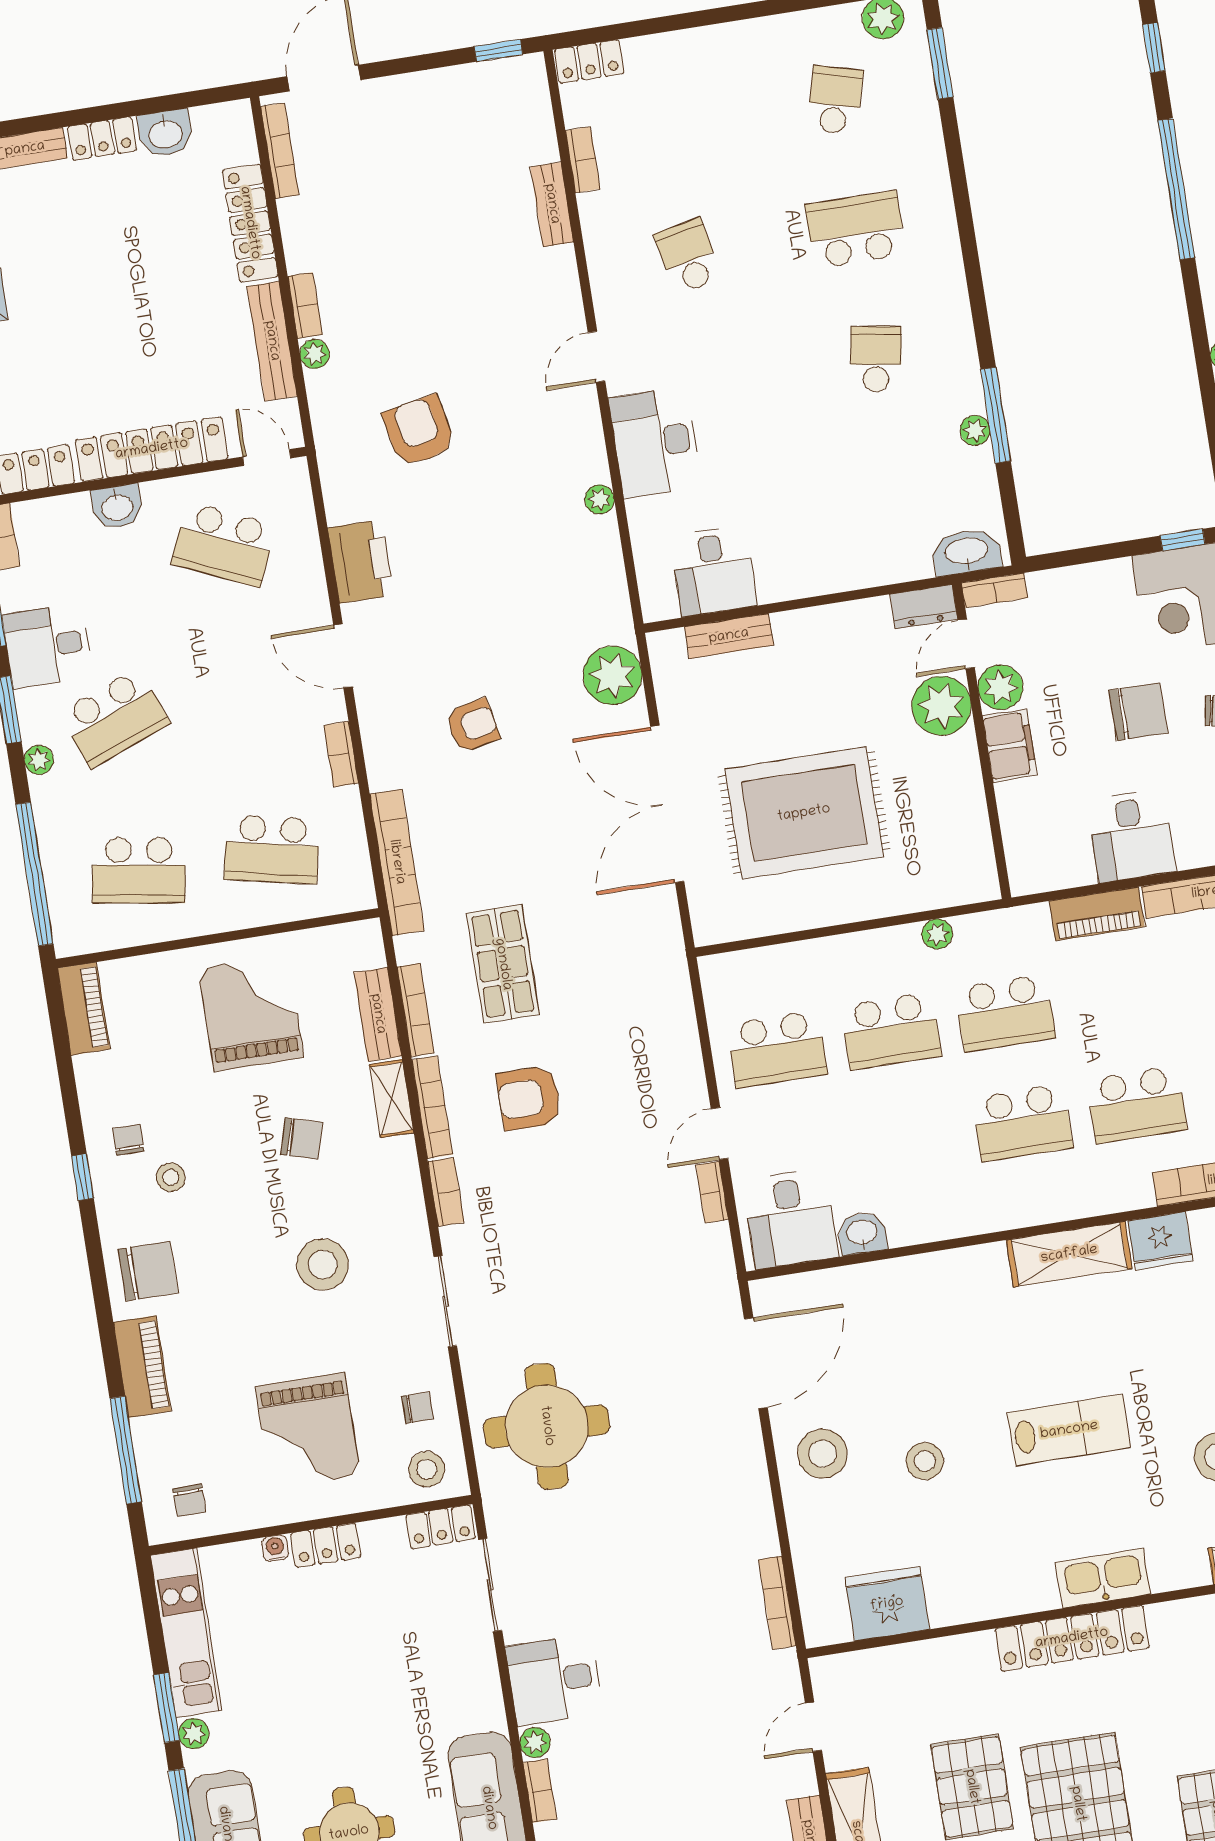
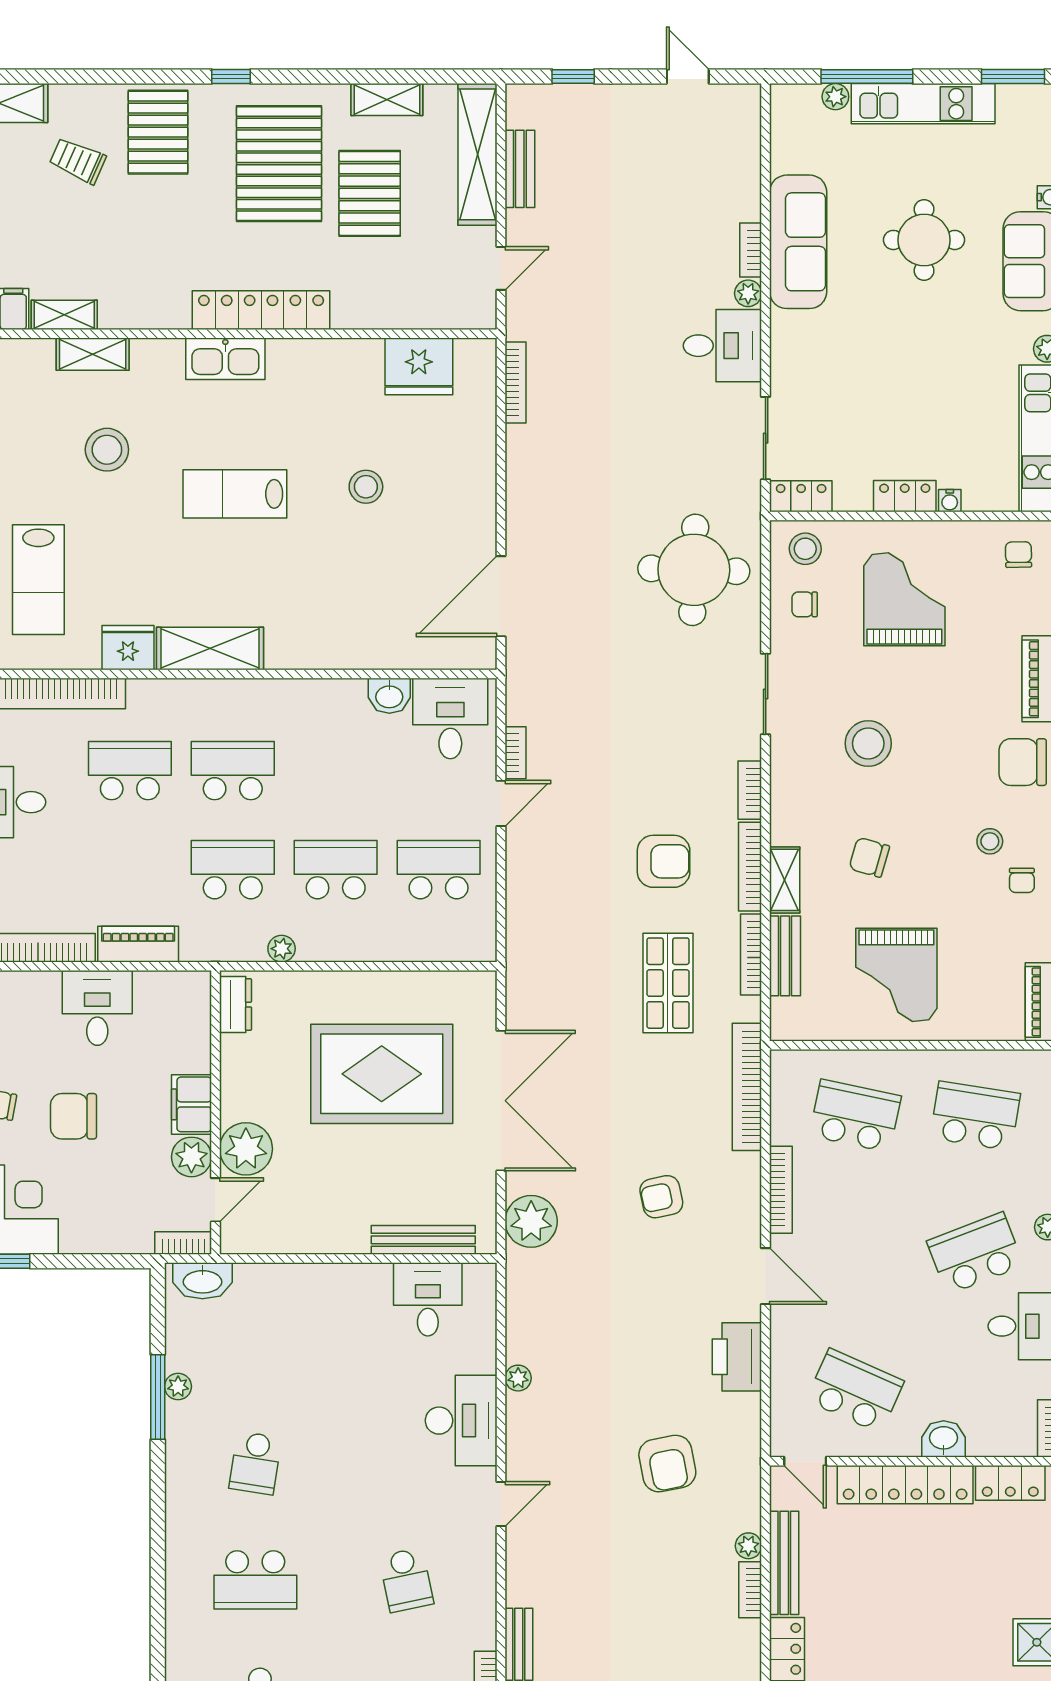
dresser: (924, 607) -> (235, 1005), moved, turned 90
bench: (729, 636) -> (423, 1240), width x1.36
bookcase: (341, 754) -> (781, 1190), width x1.56
stool: (822, 1454) -> (455, 507), removed

